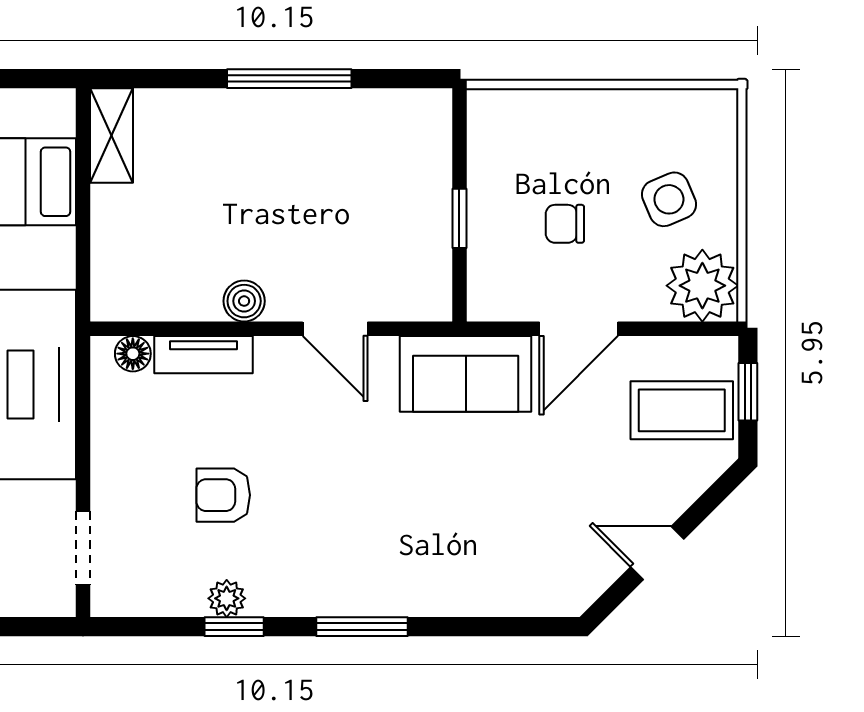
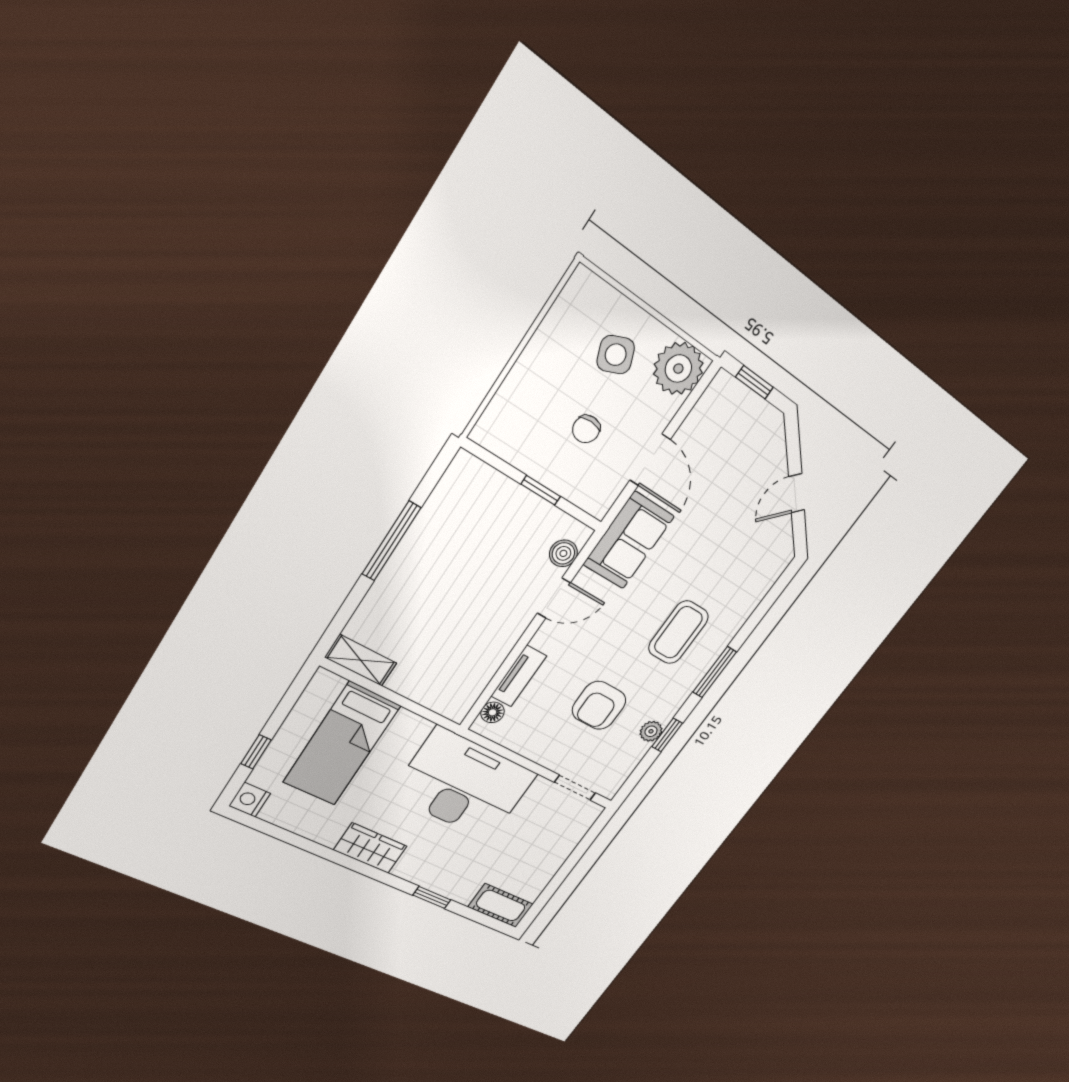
boiler: (244, 301) -> (563, 553), moved
coffee table: (682, 410) -> (678, 632), moved
armchair: (223, 495) -> (599, 705), width x1.38, depth x1.38

